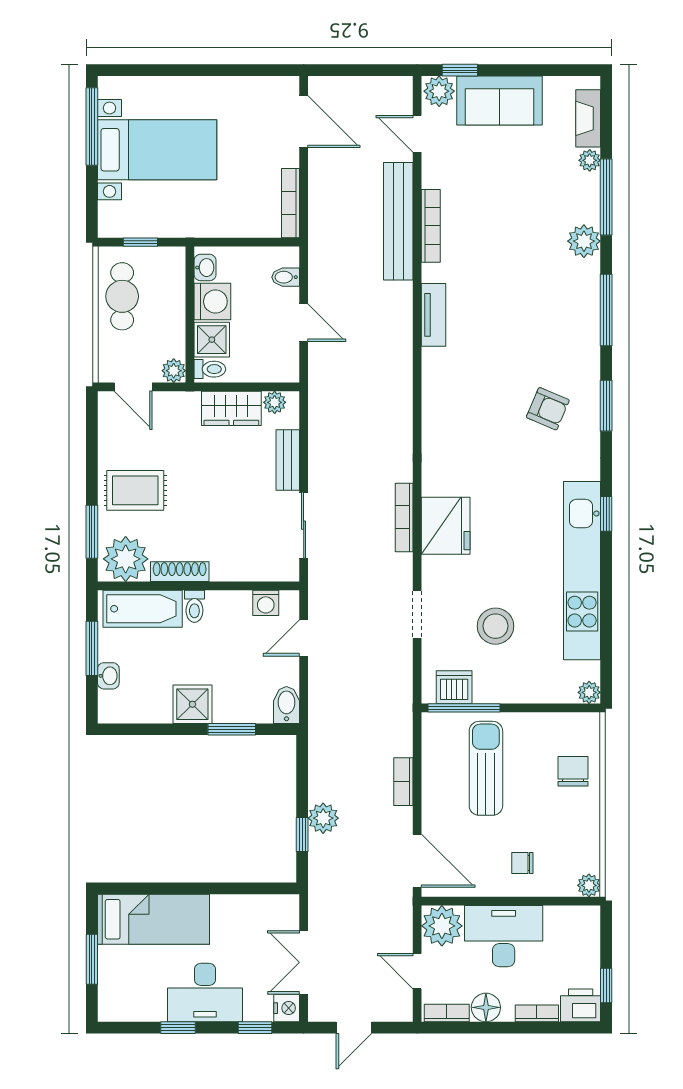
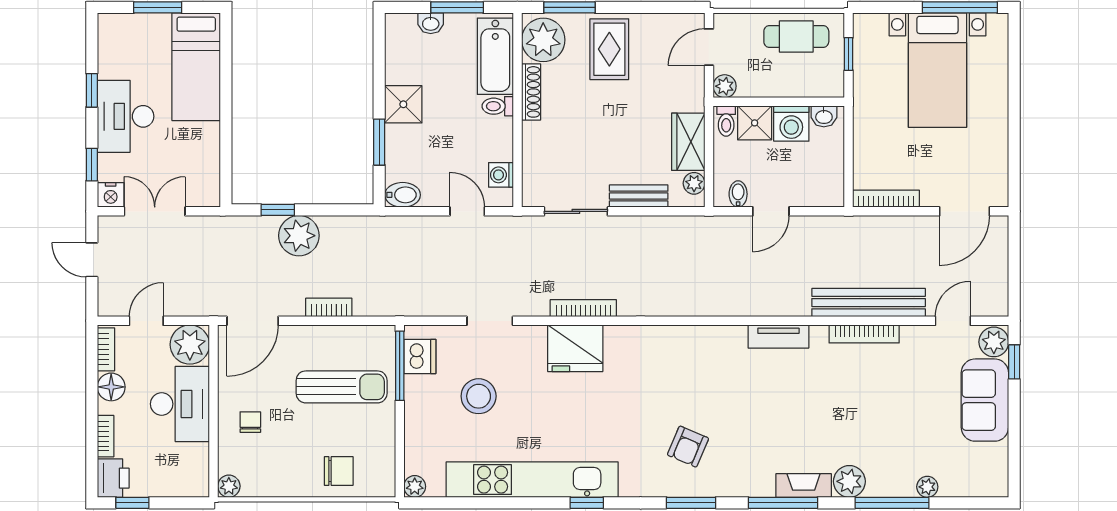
fireplace: (588, 118) -> (804, 486), moved
bidet: (286, 277) -> (738, 194), moved
plant: (323, 818) -> (299, 236), width x1.36, depth x1.36

